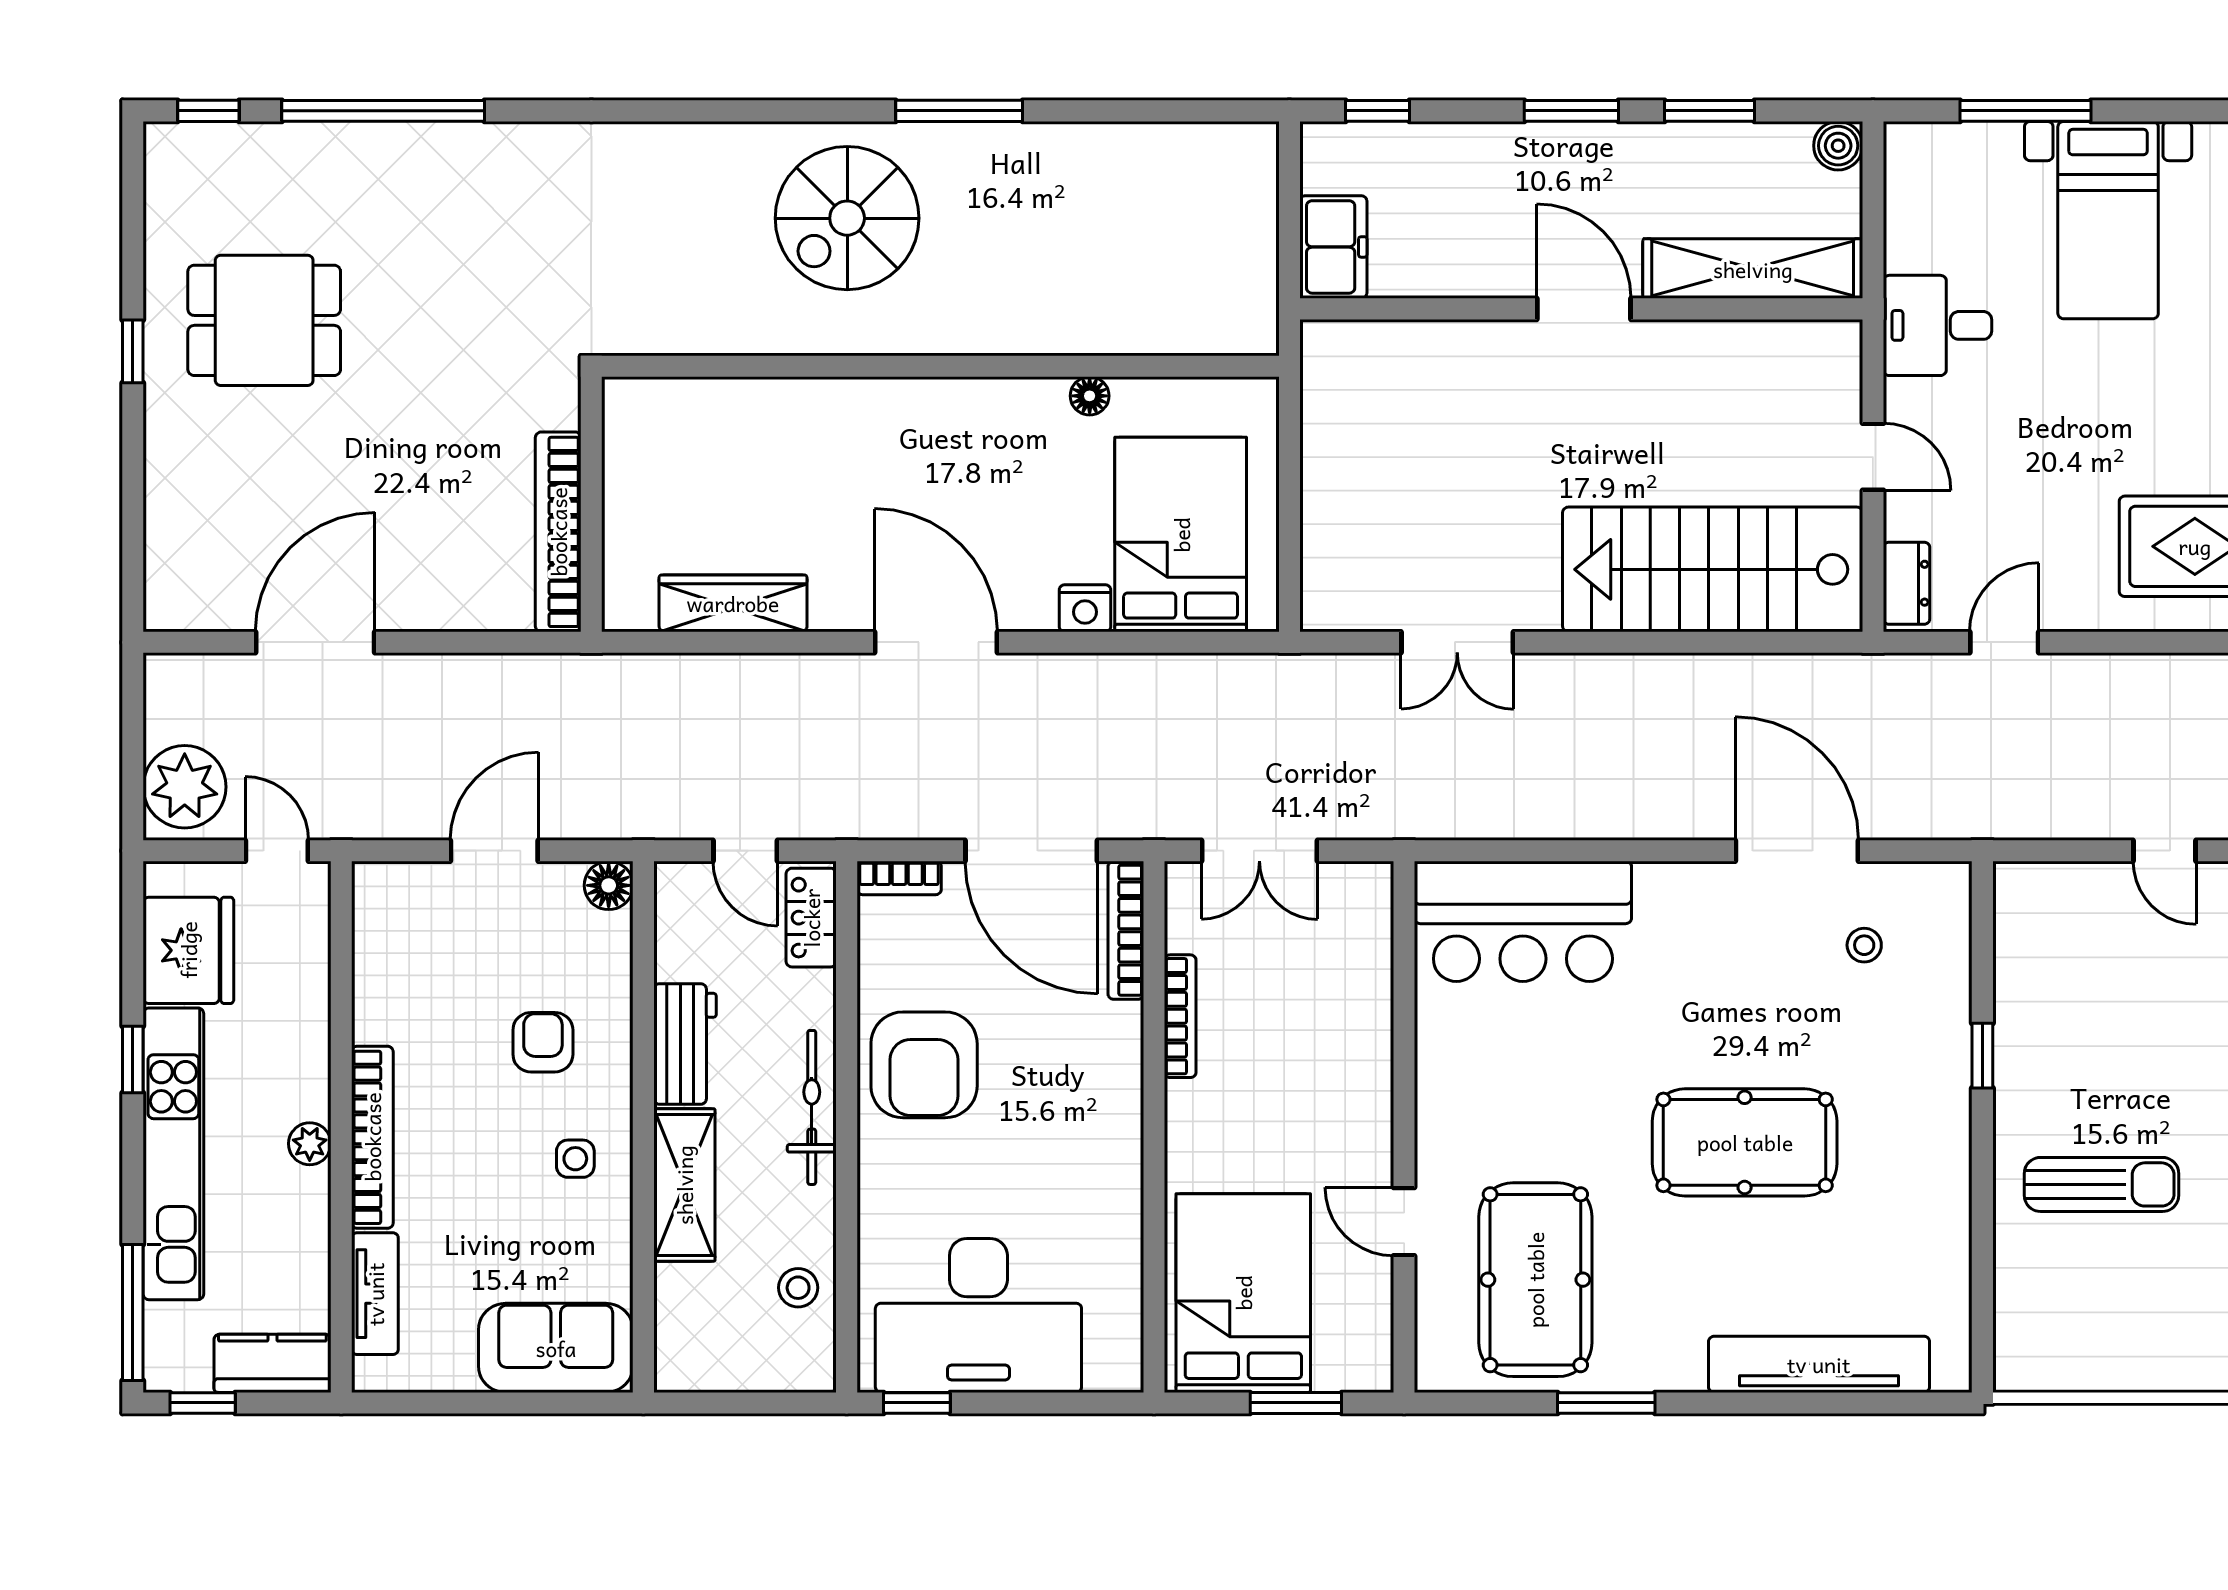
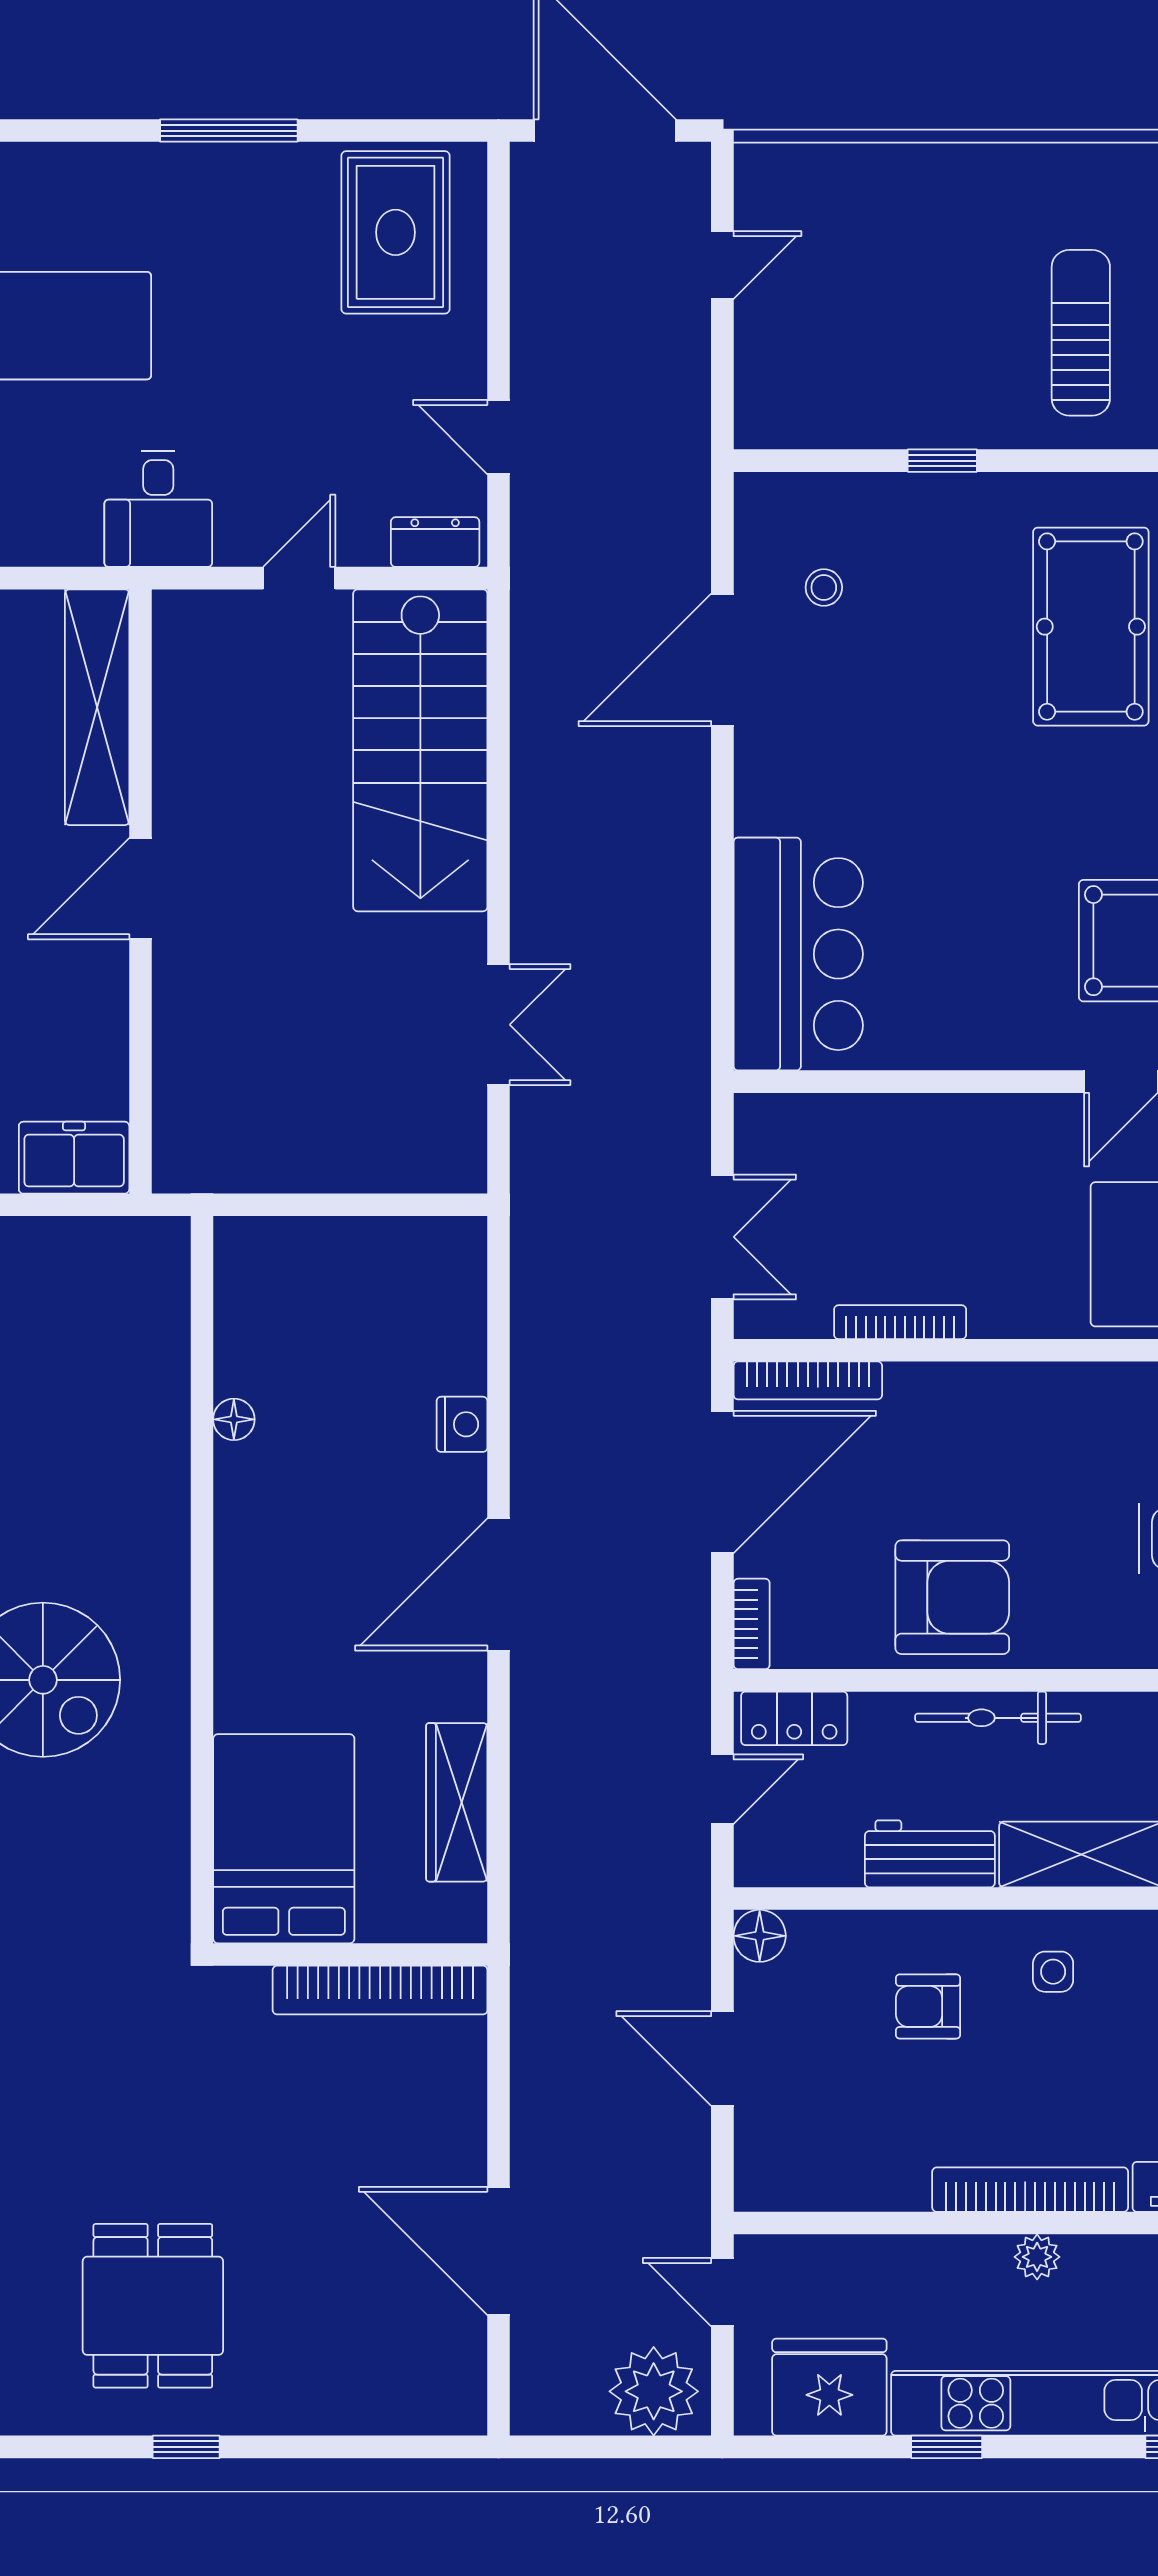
bed: (1181, 535) -> (284, 1839), moved, turned 90
door: (277, 851) -> (722, 2292), hinge flipped
pool table: (1745, 1142) -> (1091, 627), moved

